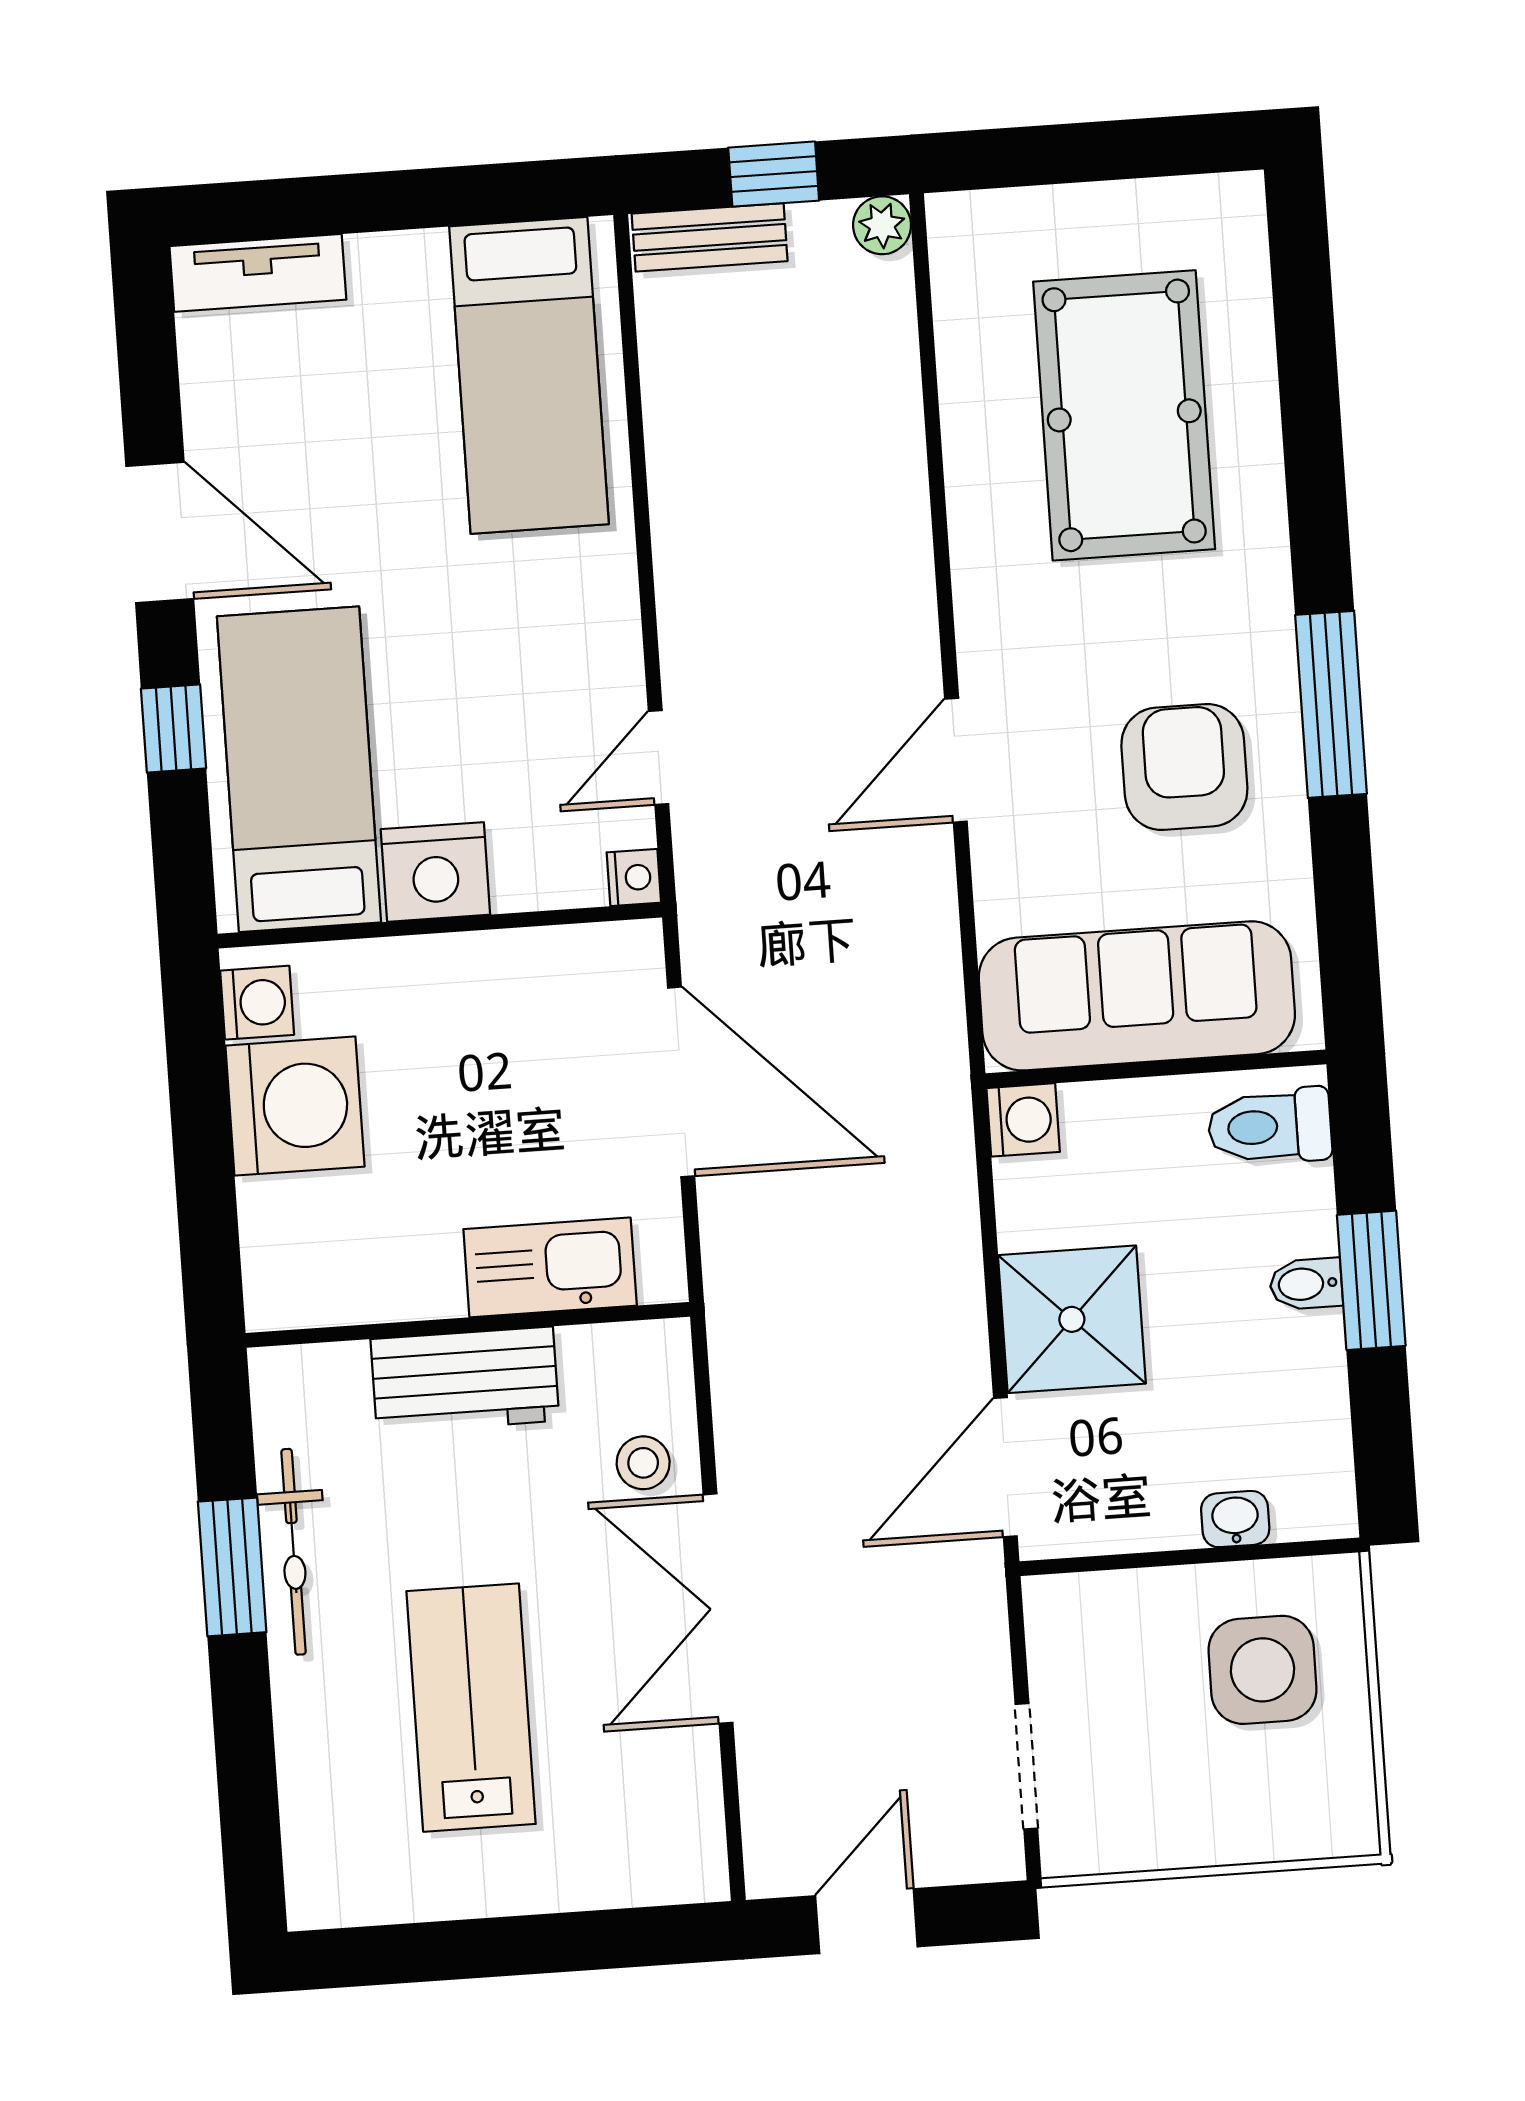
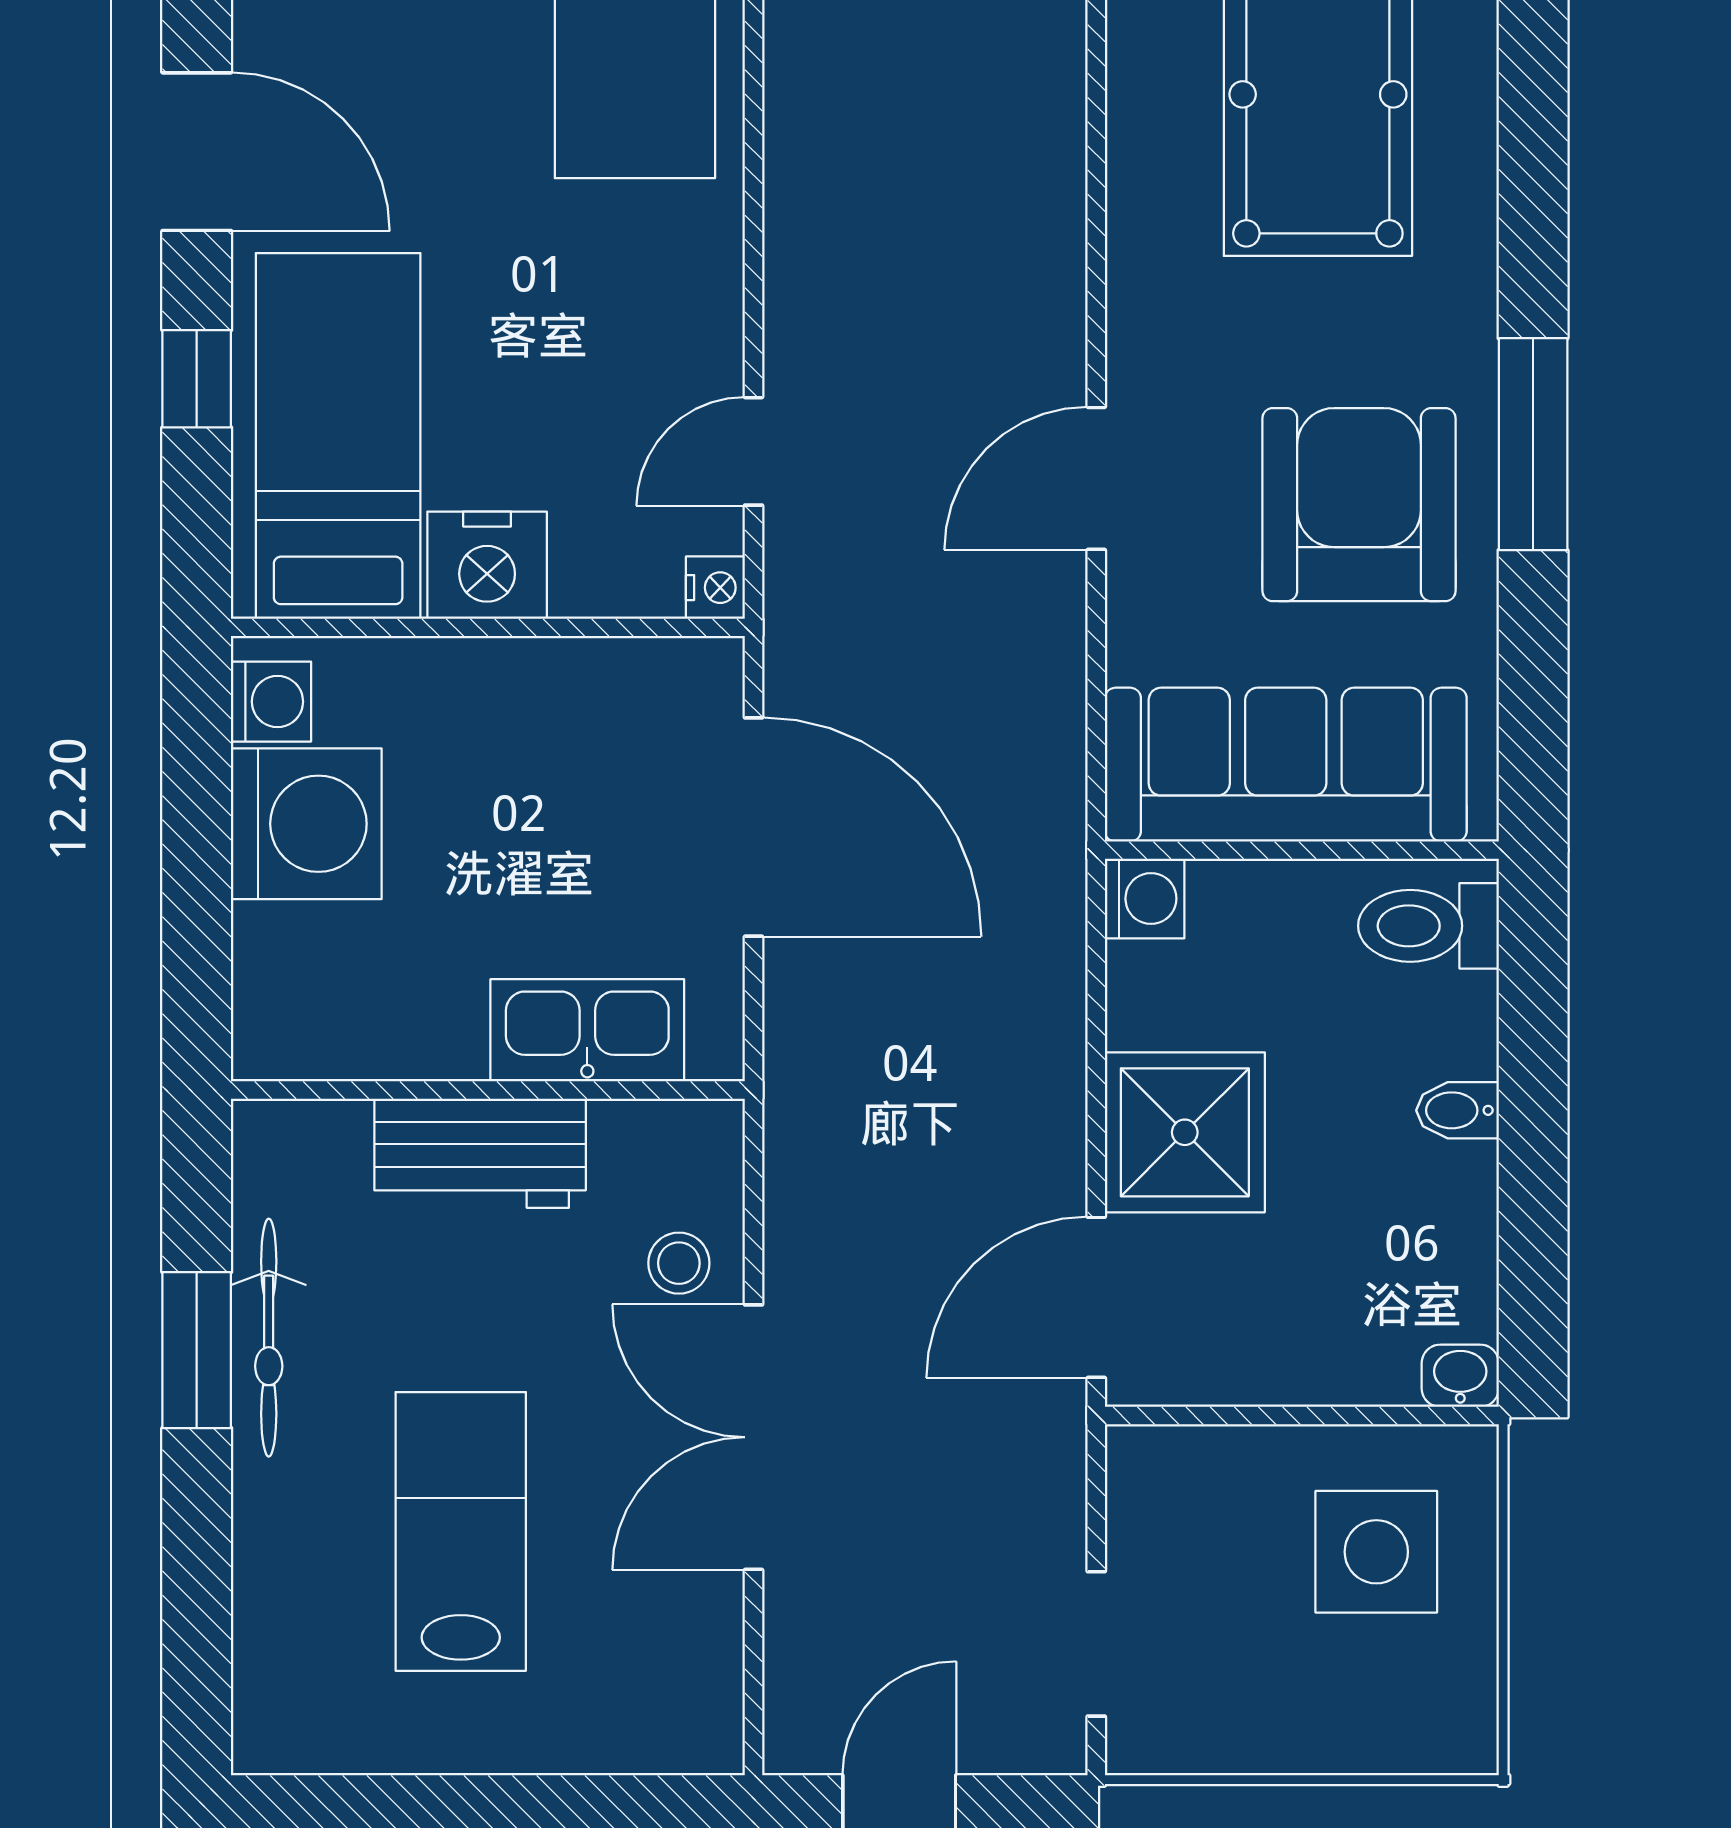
armchair: (1184, 767) -> (1359, 505), width x1.36, depth x1.36
window: (1371, 1280) -> (1533, 1111), removed
washbasin: (1235, 1519) -> (1460, 1376), moved

